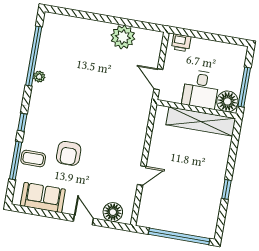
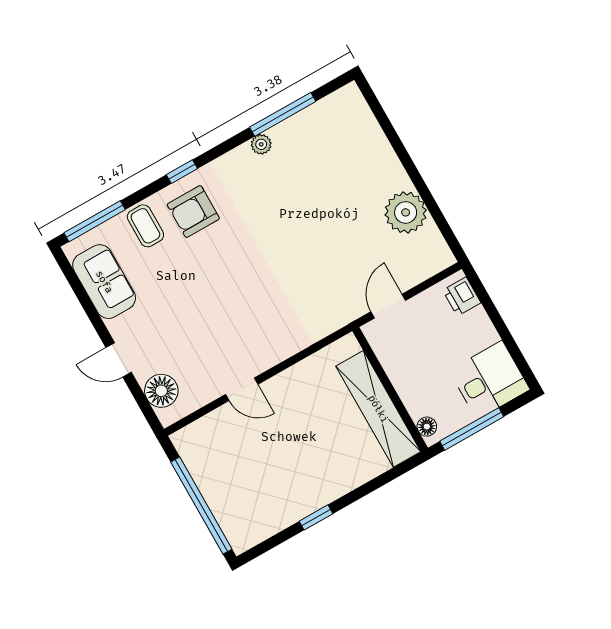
window: (34, 56) -> (283, 114), width x0.68
desk: (201, 89) -> (489, 380), moved, turned 180
floor lamp: (227, 101) -> (427, 427), width x0.53, depth x0.53
armchair: (69, 153) -> (193, 212), moved
window: (16, 161) -> (95, 221), moved
door: (83, 220) -> (119, 360), swing flipped

